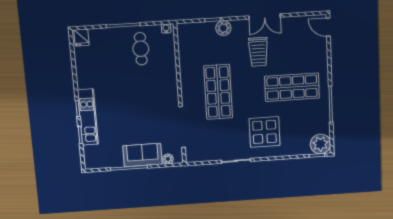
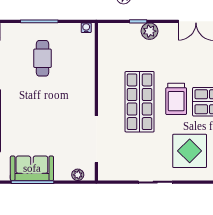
cafe table: (141, 49) -> (43, 58), moved
trolley: (258, 52) -> (176, 99), moved
sofa: (142, 155) -> (32, 168), moved

